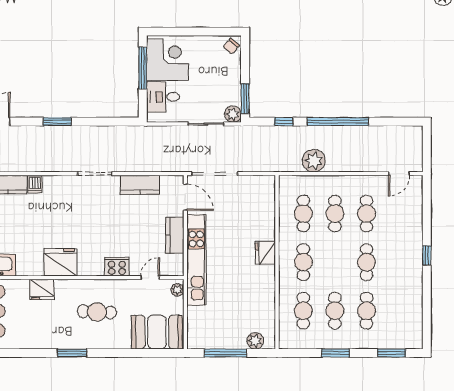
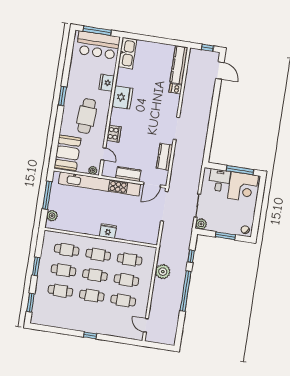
window: (245, 99) -> (225, 236), moved
window: (57, 122) -> (214, 109), removed
kitchen unit: (196, 260) -> (100, 184), width x1.36
cafe table: (335, 262) -> (95, 275), added
cafe table: (97, 312) -> (87, 116), width x1.37, depth x1.35

